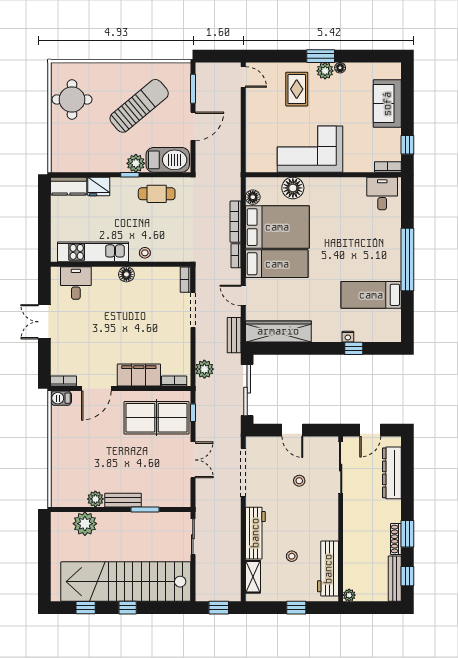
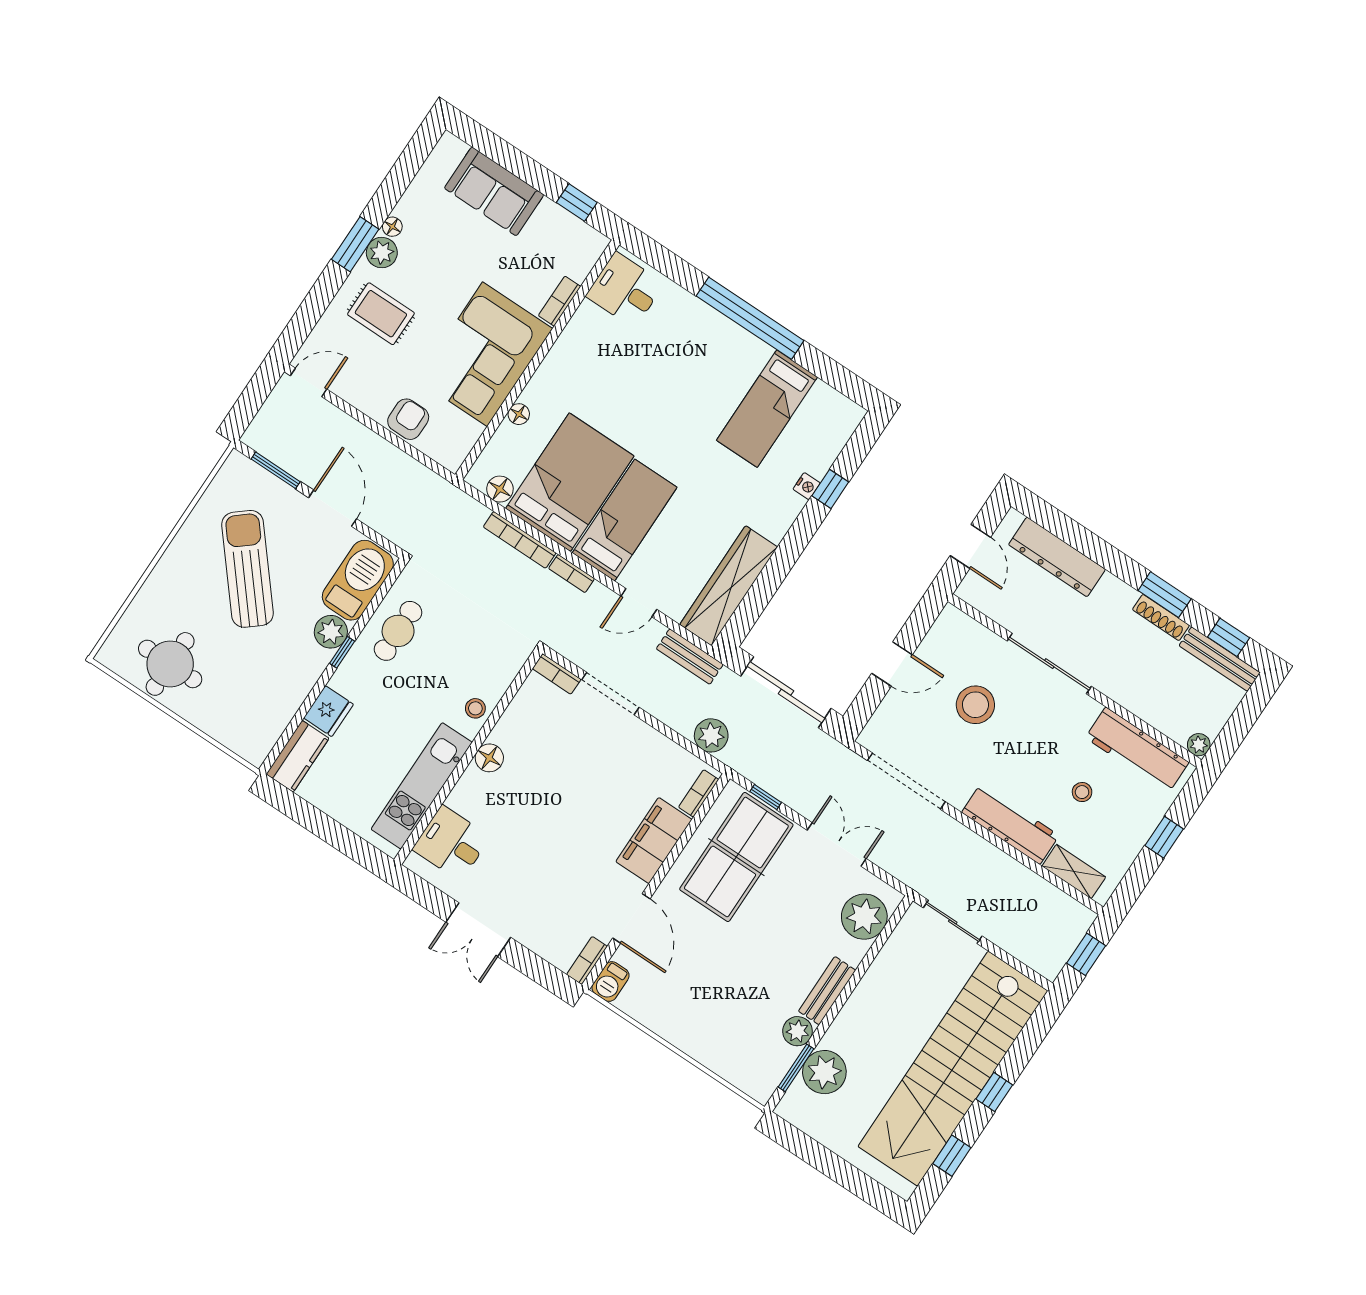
armchair: (257, 134) -> (408, 419), added
bookcase: (388, 167) -> (560, 301), moved
floor lamp: (293, 188) -> (519, 414), width x0.53, depth x0.53
sliding door: (341, 468) -> (1049, 664), moved
stool: (299, 481) -> (975, 705), width x1.89, depth x1.89
plant: (168, 495) -> (864, 917), added
window: (145, 509) -> (796, 1068), moved

